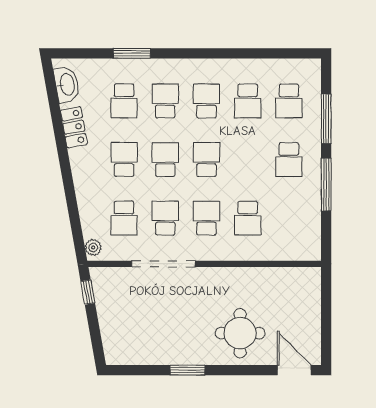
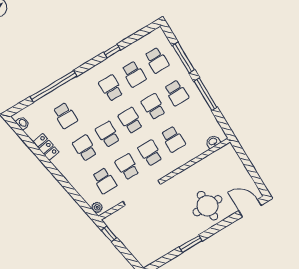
window: (132, 53) -> (53, 86), width x2.11
window: (237, 53) -> (112, 51), added
washbasin: (67, 85) -> (23, 123), width x0.52, depth x0.69
school desk: (165, 101) -> (153, 107), moved
washbasin: (298, 253) -> (213, 142), added

